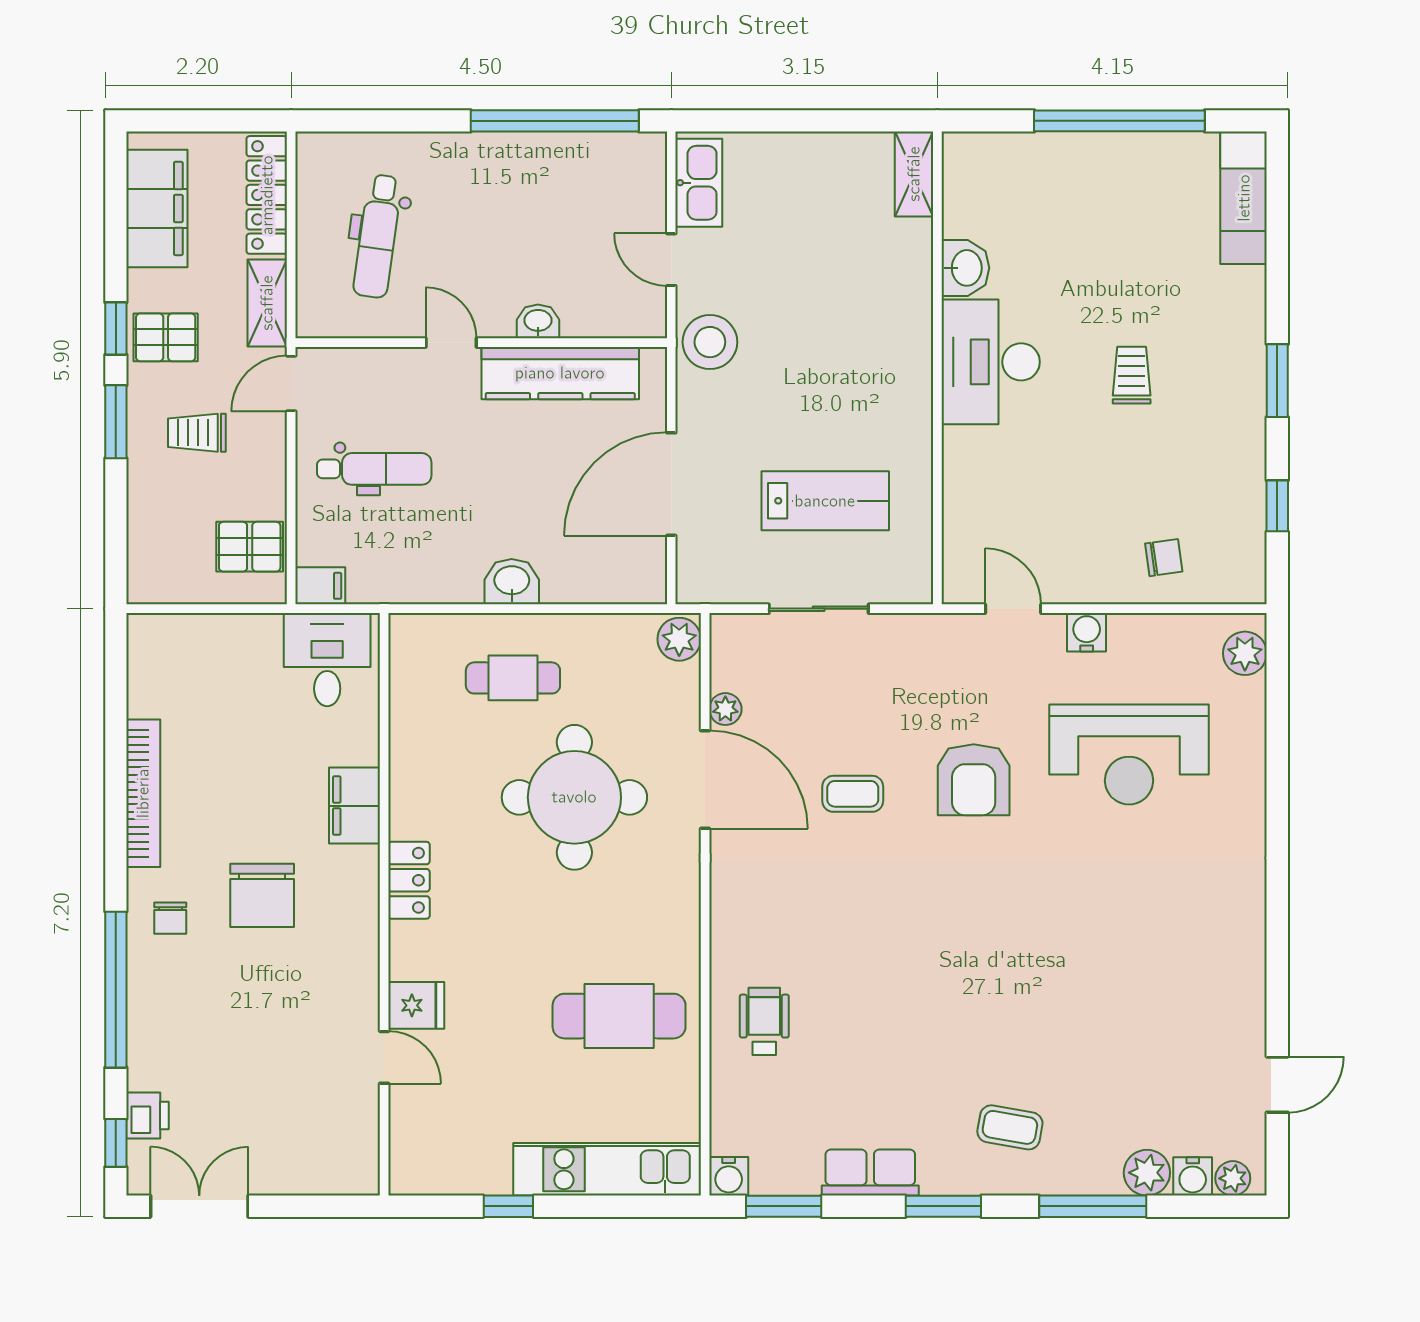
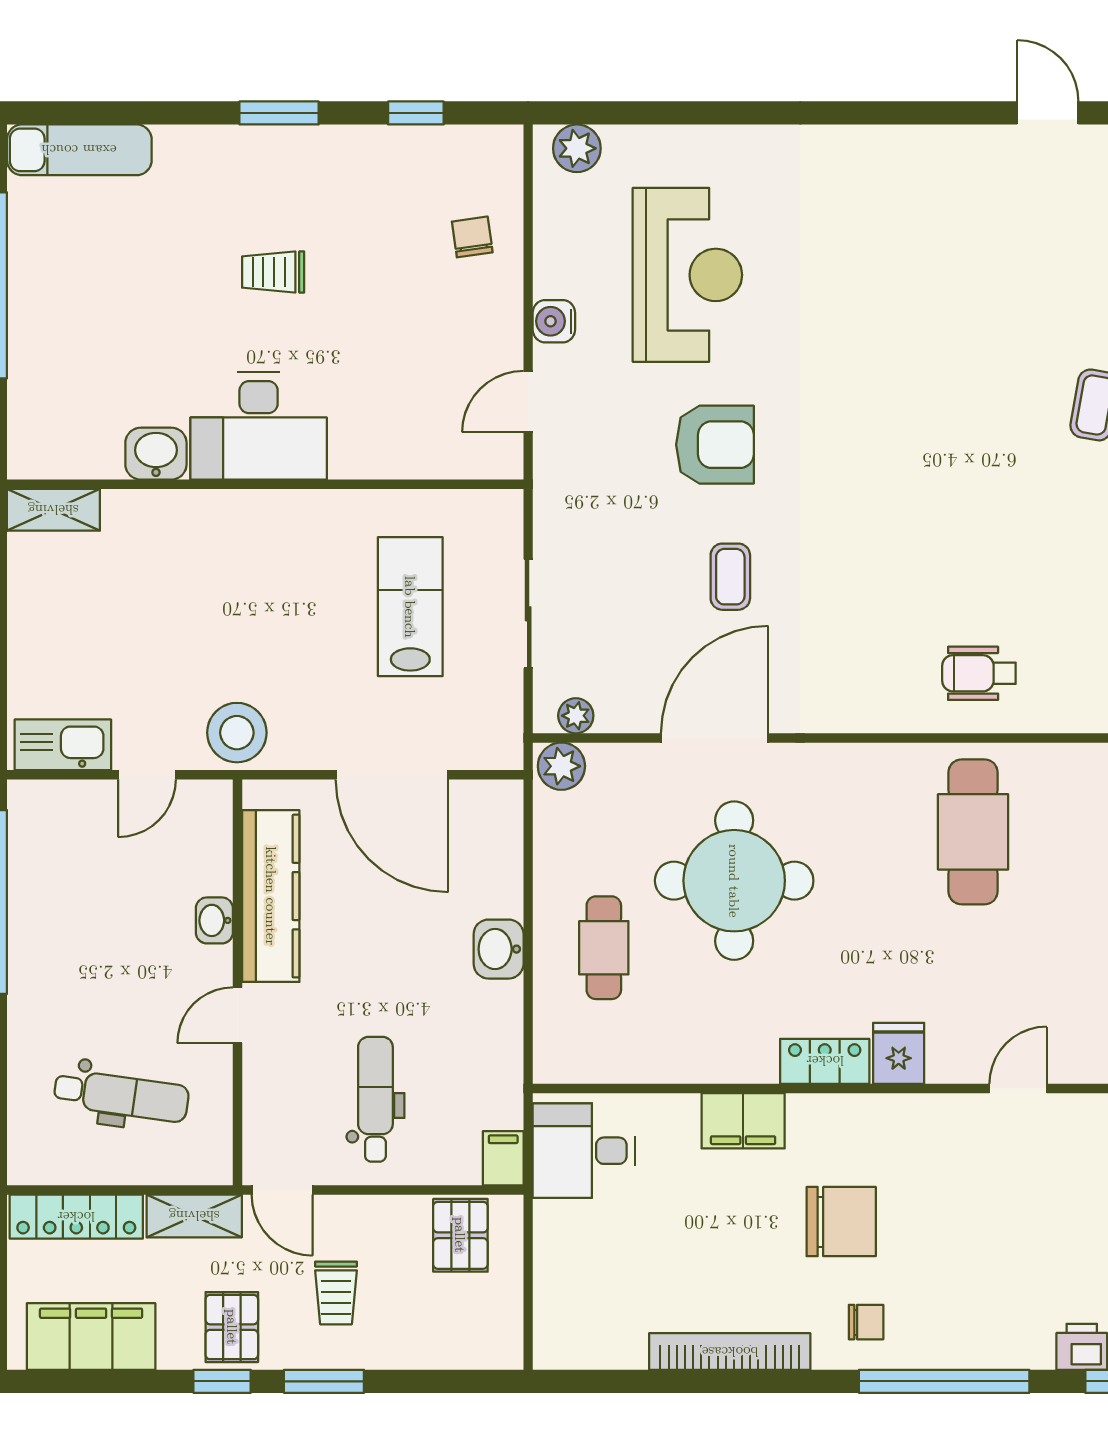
plant: (725, 709) -> (576, 716), moved
fridge: (416, 1005) -> (899, 1053), moved

